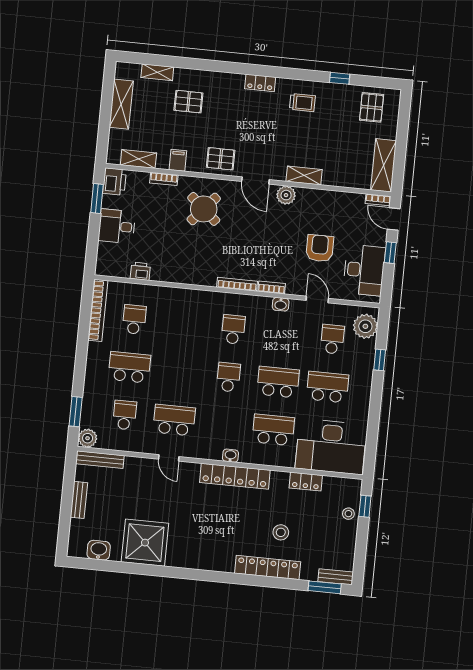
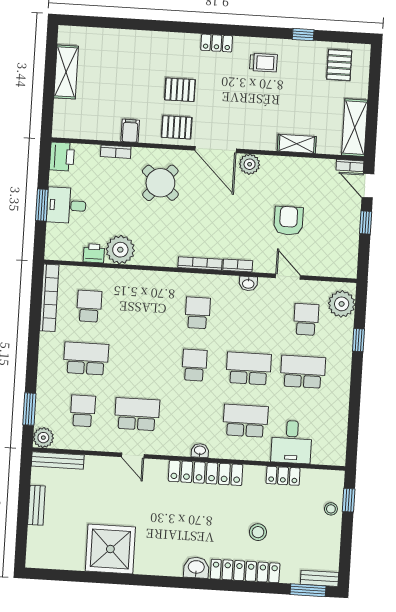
shelving: (157, 72) -> (104, 36), removed
pallet: (188, 102) -> (180, 90), moved
shelving: (138, 159) -> (87, 131), removed
shelving: (304, 175) -> (297, 144), moved
door: (255, 181) -> (216, 150), width x1.36
window: (97, 198) -> (42, 205), moved
plant: (165, 269) -> (120, 250), added
desk: (364, 270) -> (338, 243), removed
desk: (331, 447) -> (292, 442), width x0.53, depth x0.77
washbasin: (99, 550) -> (196, 568), moved

